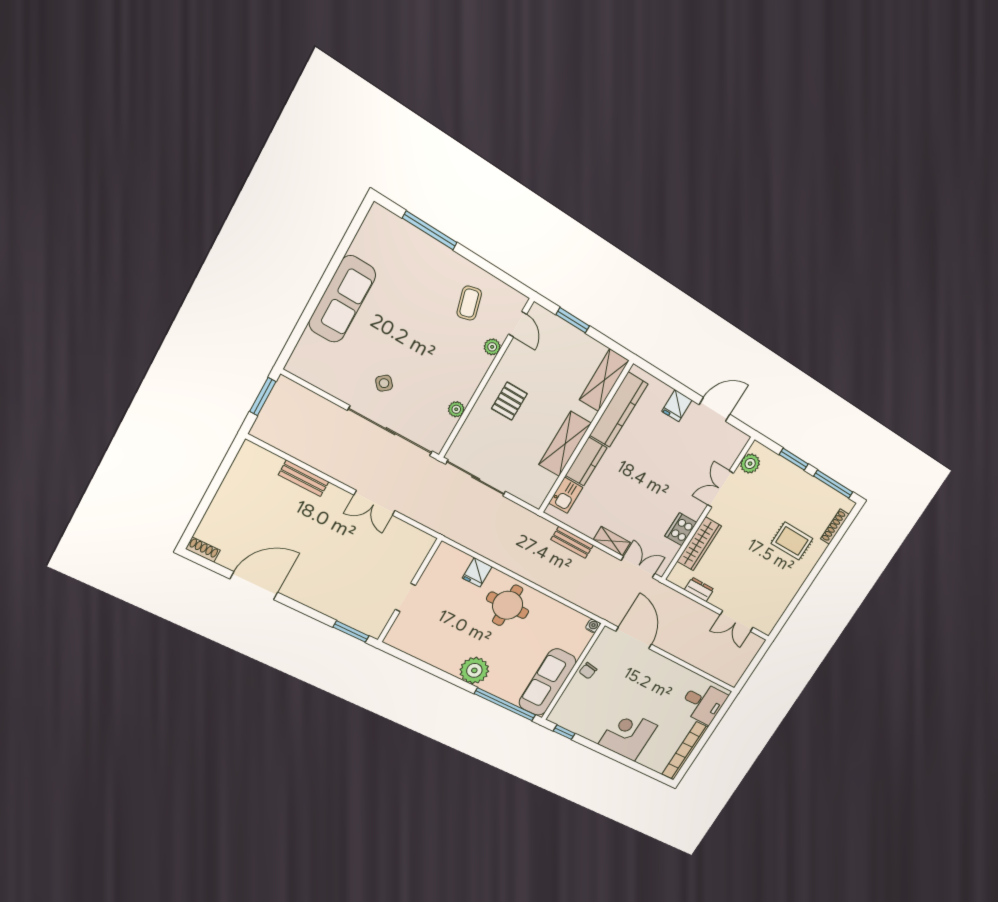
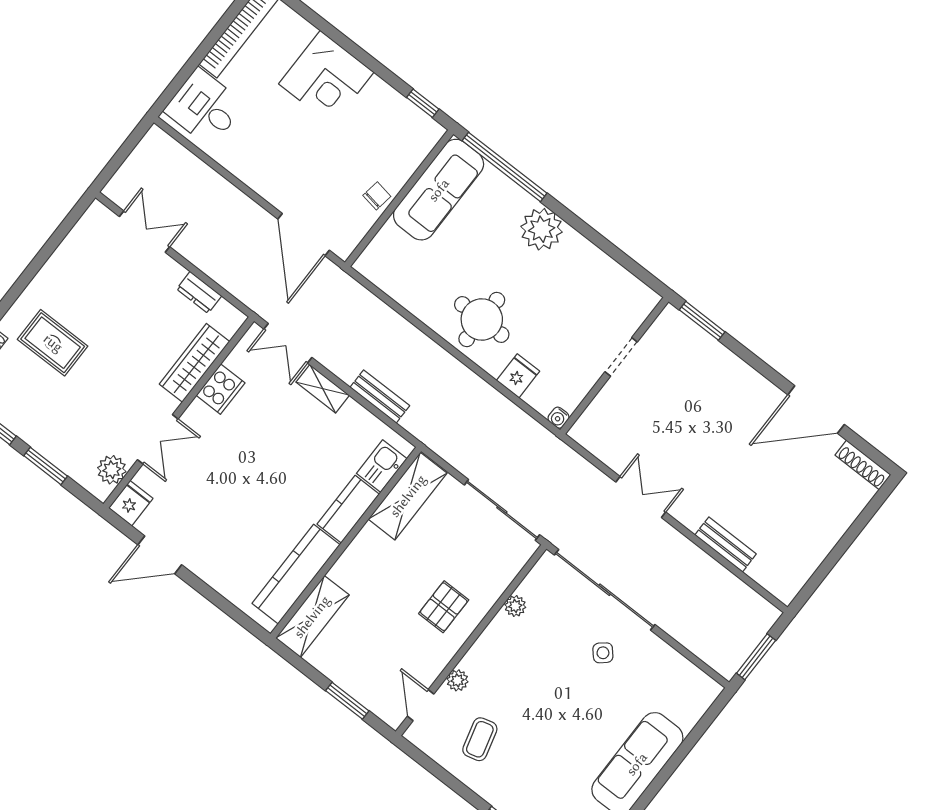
fridge: (677, 406) -> (131, 503), moved
shelving: (565, 444) -> (408, 496), moved
shoe rack: (203, 550) -> (863, 465), width x1.43
water cooler: (593, 626) -> (558, 418), moved

